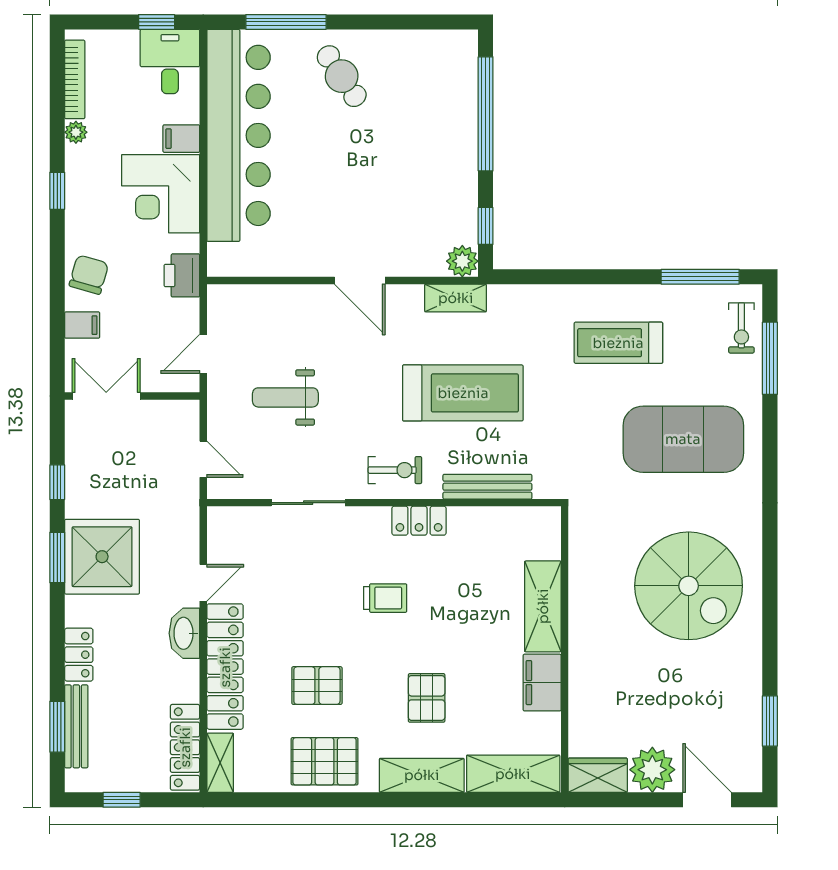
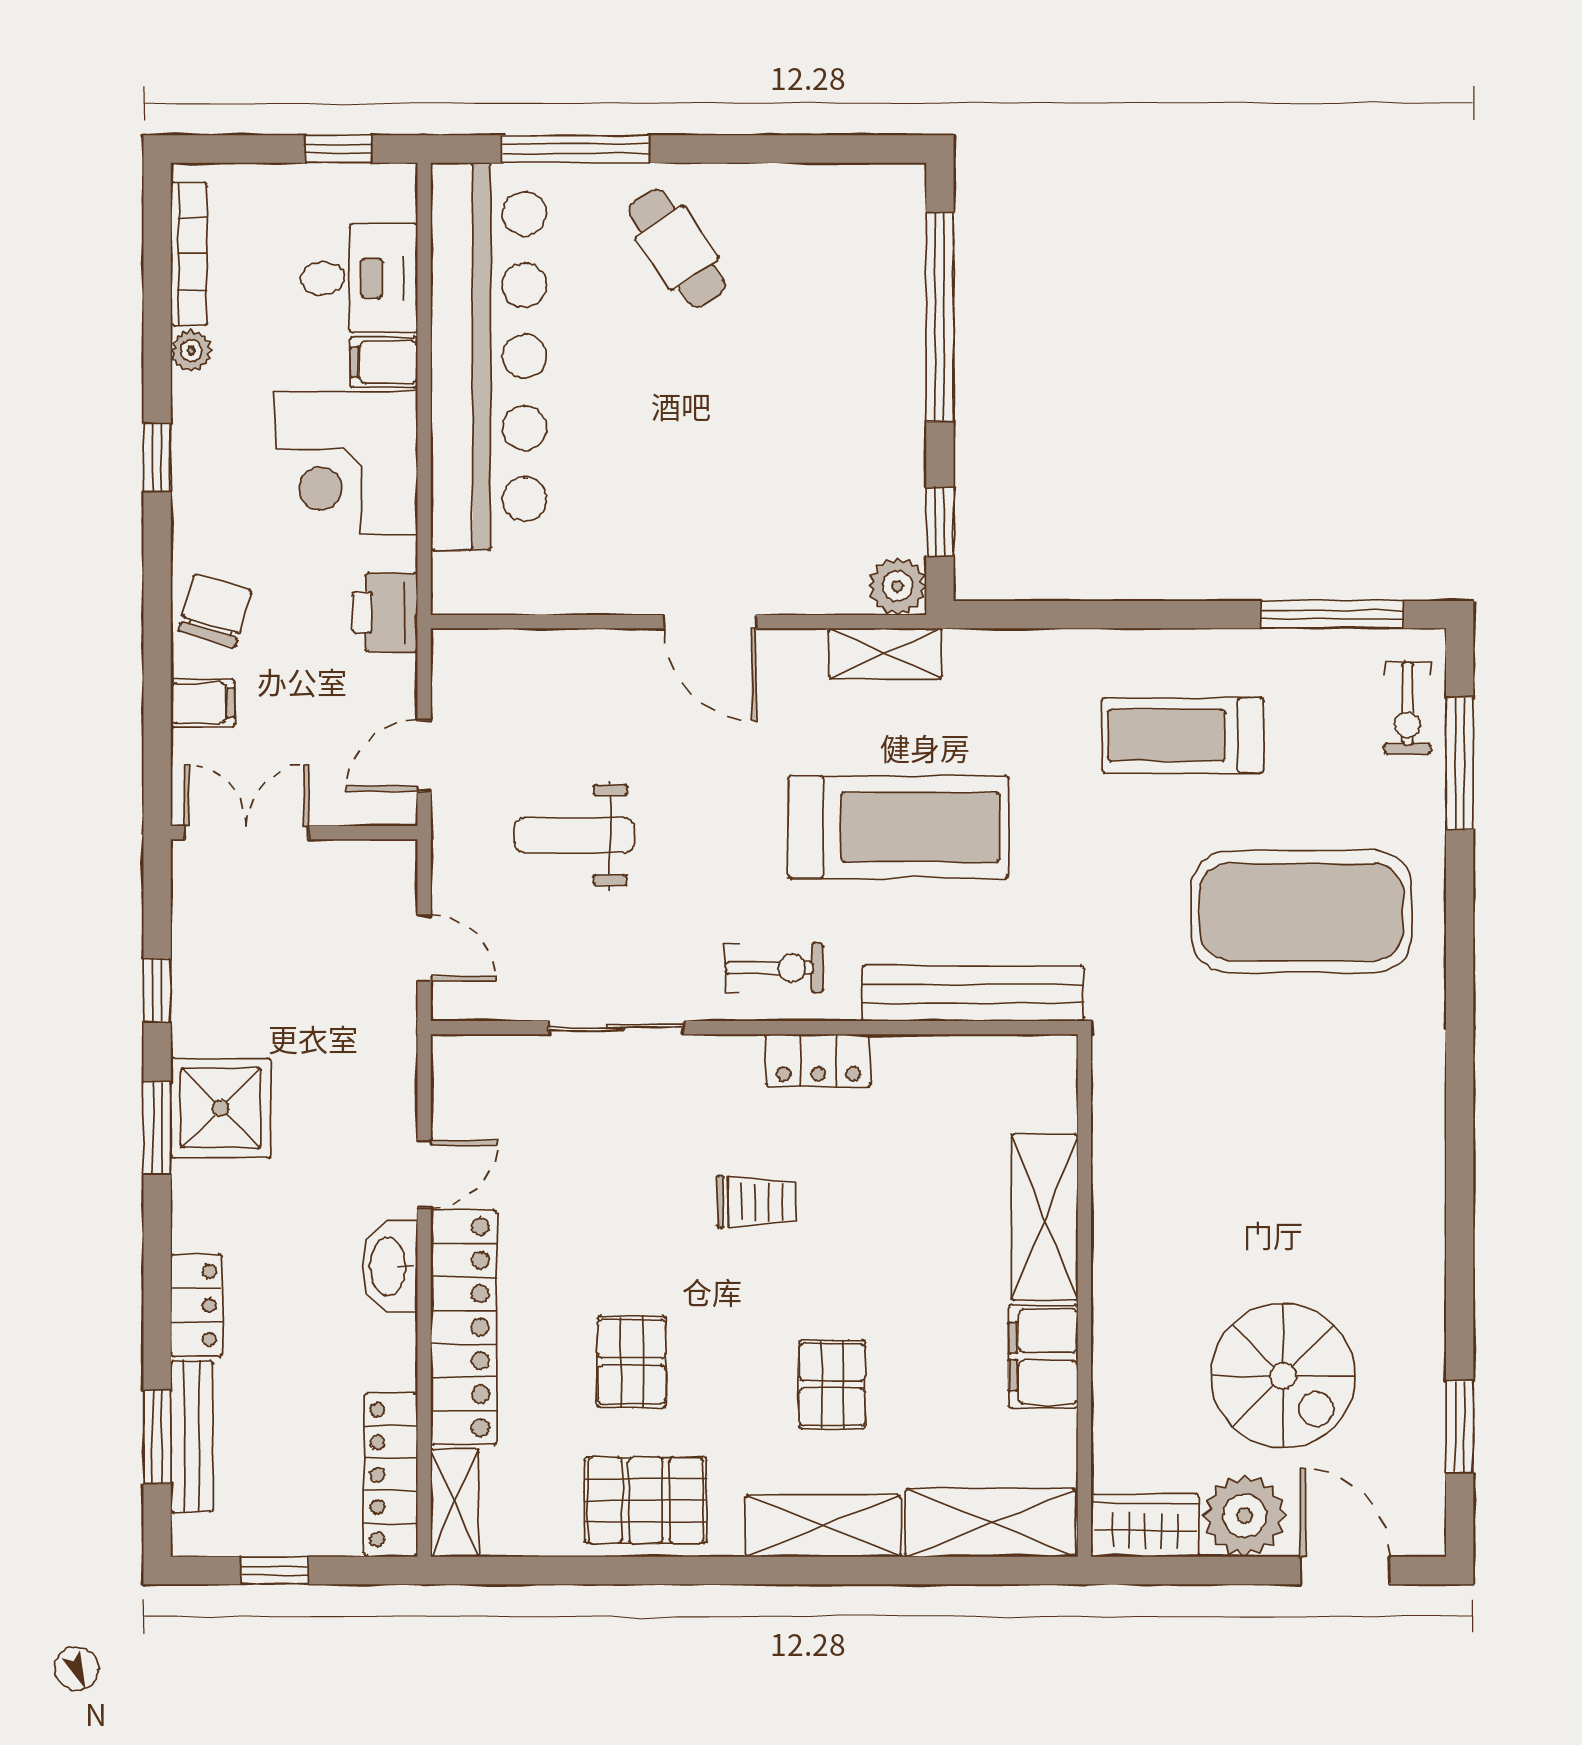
desk: (170, 61) -> (359, 278), moved, turned 90
bench: (487, 487) -> (973, 993), width x1.37, depth x1.21
shower: (102, 557) -> (221, 1108), width x0.73, depth x0.73
spiral stairs: (689, 586) -> (1283, 1376), moved, width x0.73, depth x0.73
pallet: (317, 686) -> (632, 1362), turned 90

